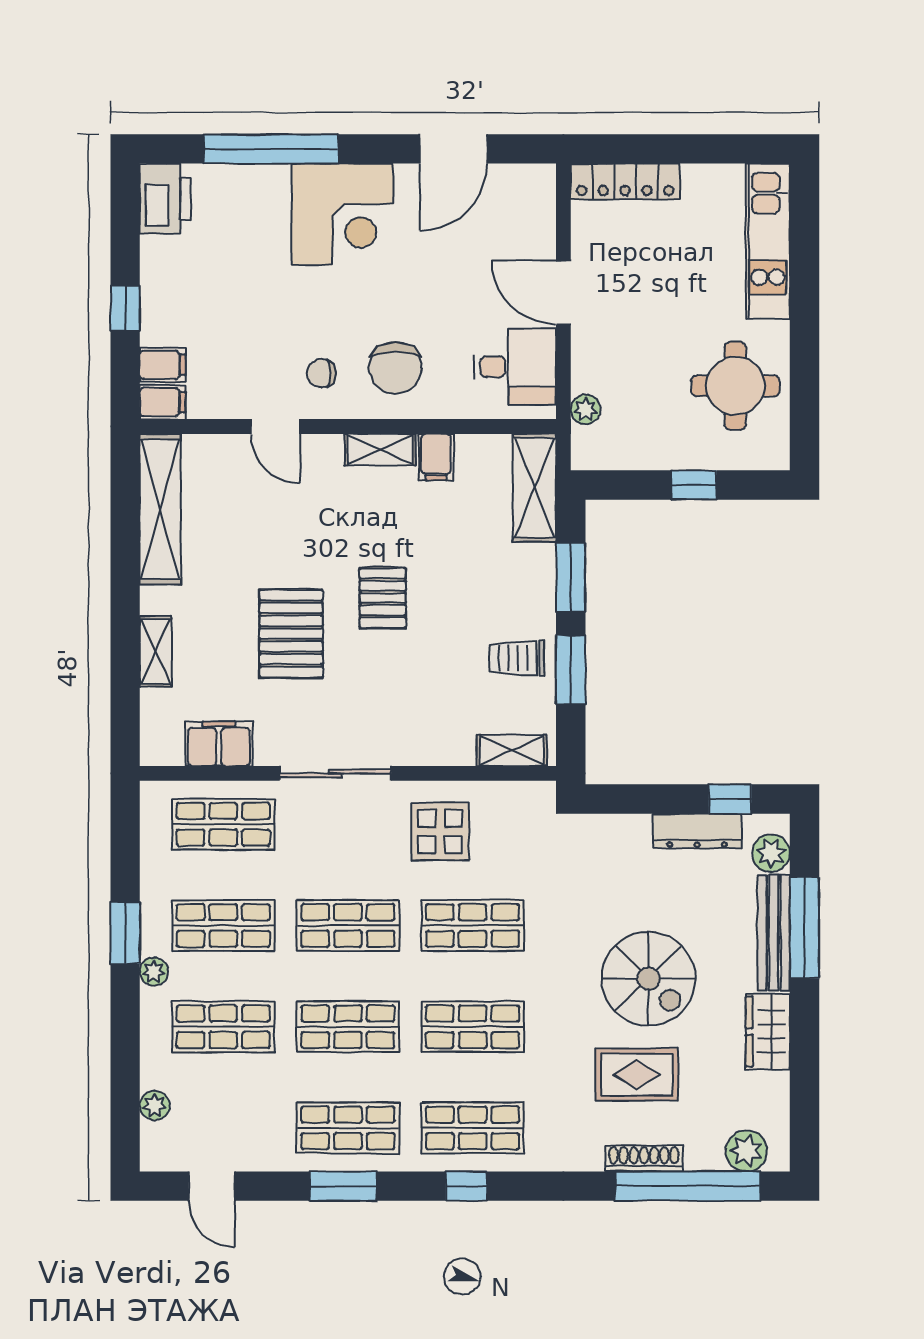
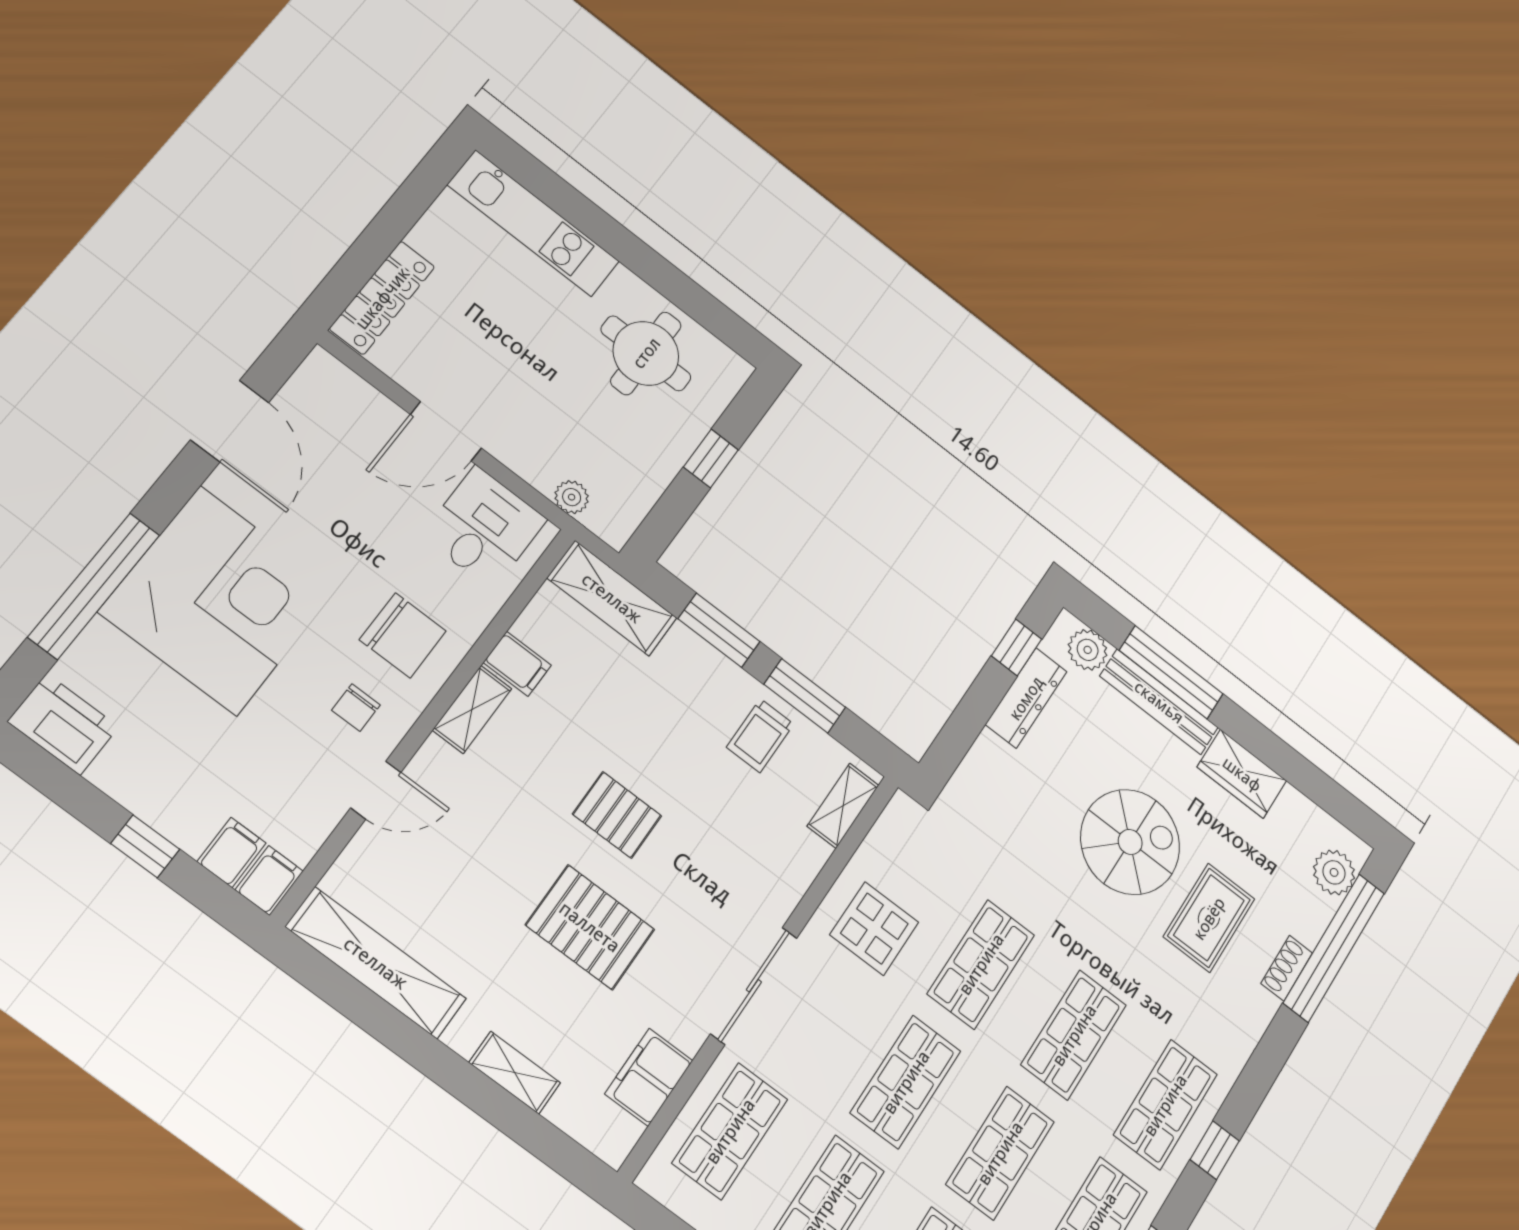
corner desk: (342, 214) -> (218, 600), width x1.36, depth x1.36
shoe rack: (644, 1158) -> (1287, 968), width x0.70

